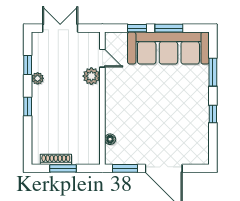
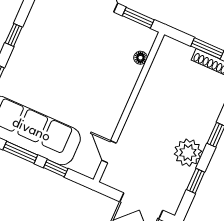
plant: (91, 76) -> (130, 137), removed
plant: (38, 78) -> (188, 153), width x1.88, depth x1.88

